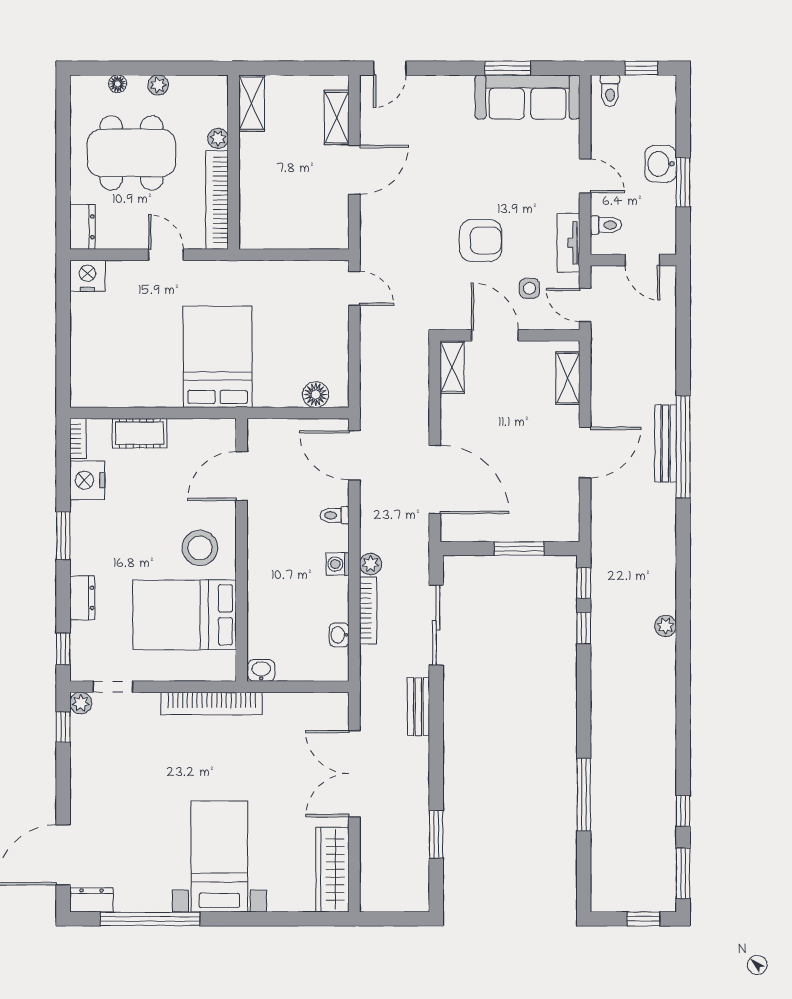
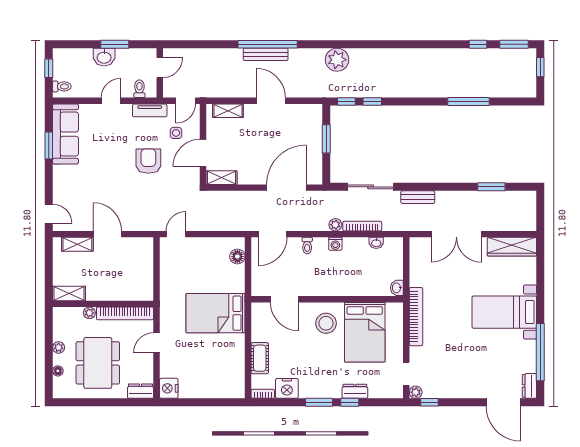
plant: (666, 626) -> (337, 60), moved, width x1.88, depth x1.88
window: (63, 649) -> (350, 402), moved

